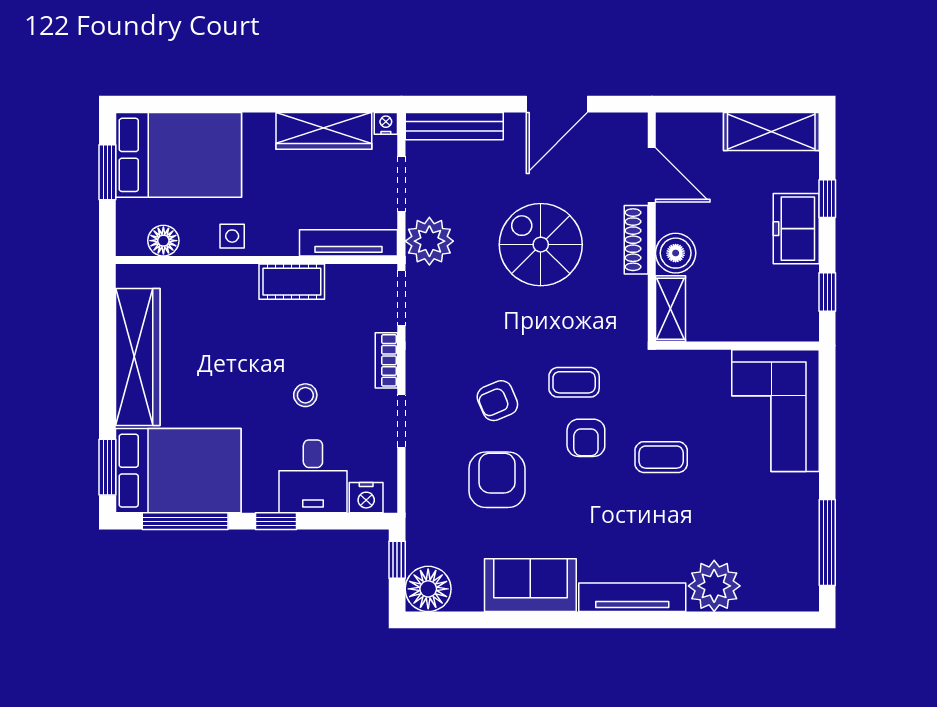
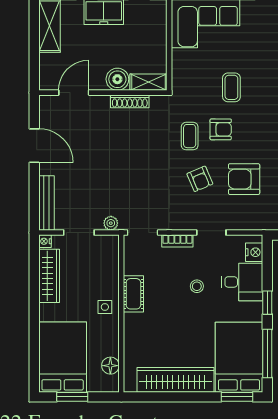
side table: (232, 236) -> (105, 307), moved
shoe rack: (636, 240) -> (130, 101), moved
plant: (429, 241) -> (111, 223), width x0.53, depth x0.53
tv unit: (349, 243) -> (112, 262), removed
spiral stairs: (541, 245) -> (113, 155), removed

